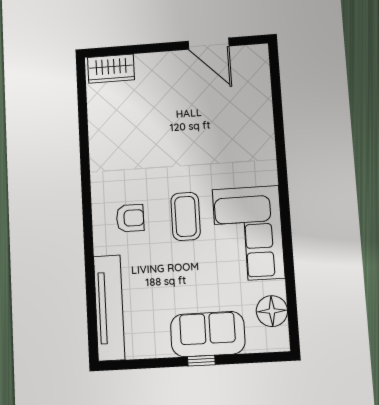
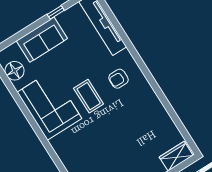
window: (201, 361) -> (56, 12), moved

